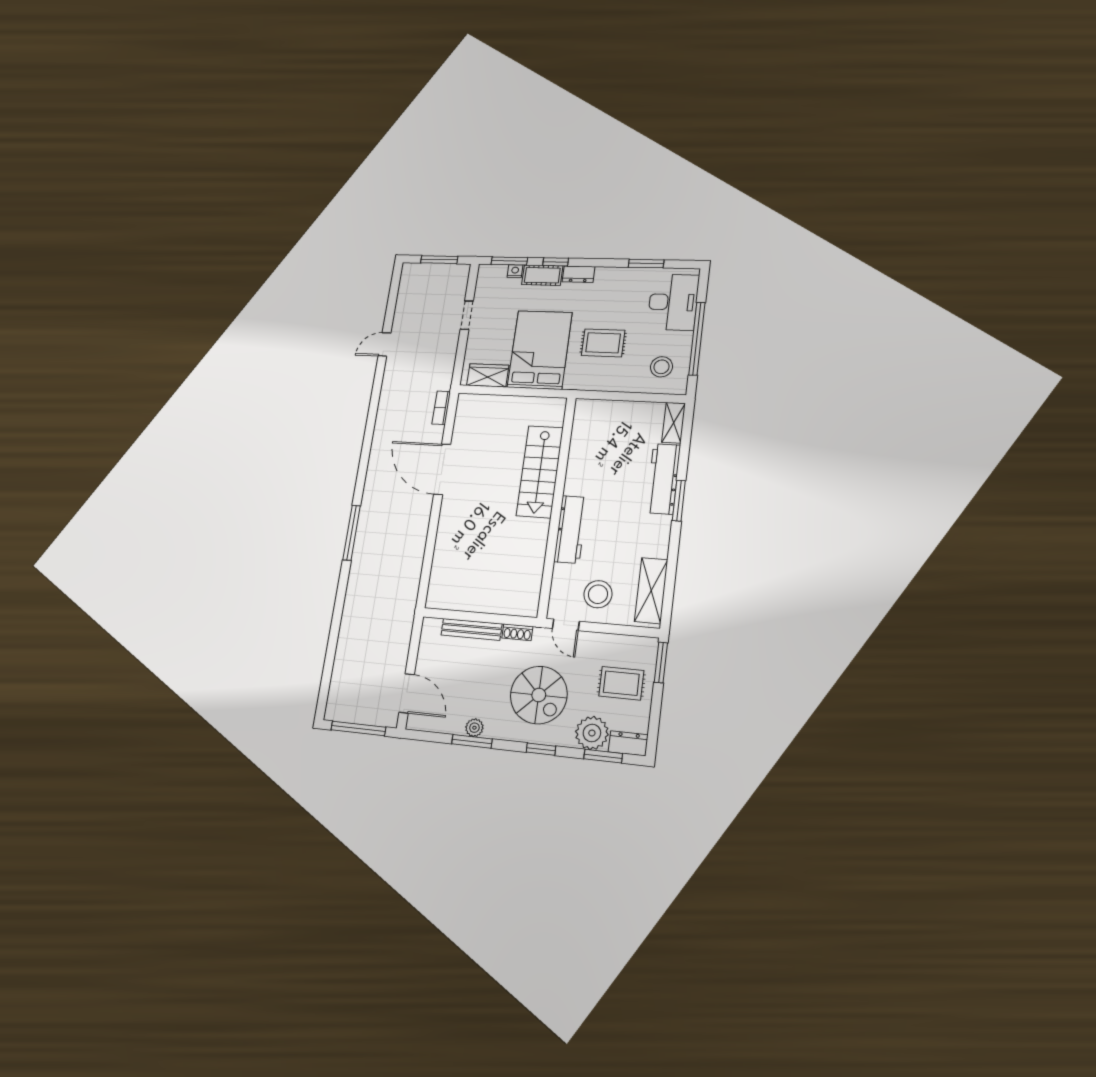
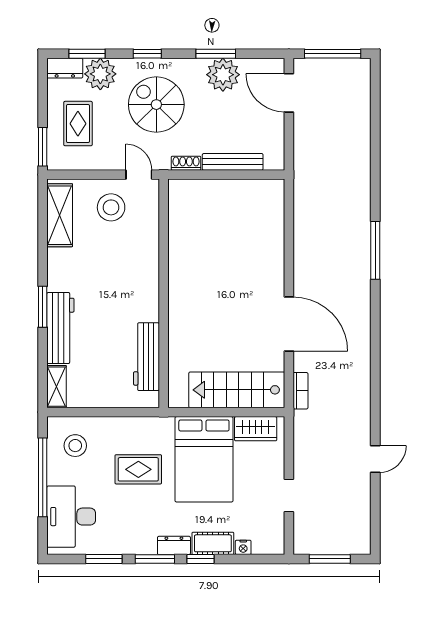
window: (509, 261) -> (155, 559), moved
stairs: (540, 472) -> (237, 390), moved, turned -90
workbench: (571, 529) -> (146, 357), moved
rug: (621, 683) -> (78, 124), turned 90
plant: (474, 728) -> (223, 75), width x1.88, depth x1.88

